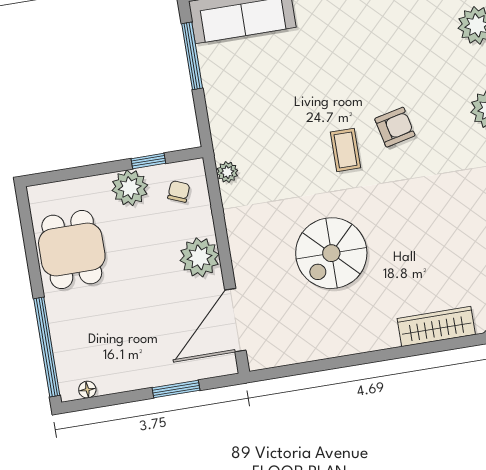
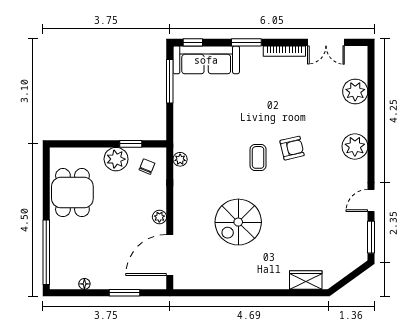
plant: (200, 257) -> (159, 217), width x0.53, depth x0.53
wardrobe: (436, 327) -> (306, 280), width x0.67
floor lamp: (87, 390) -> (84, 284), moved

